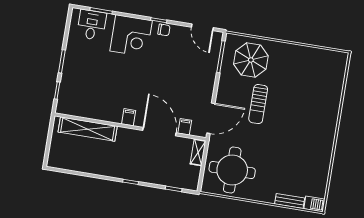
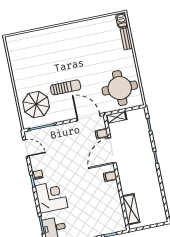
door: (202, 27) -> (26, 148), hinge flipped
shelving: (88, 129) -> (131, 209), width x0.68

